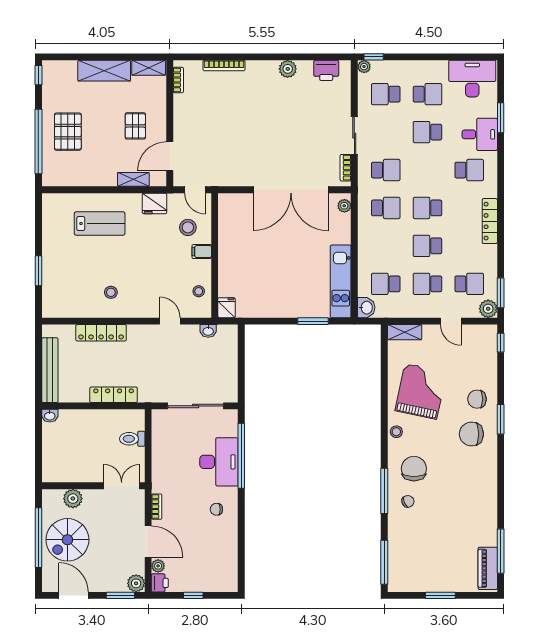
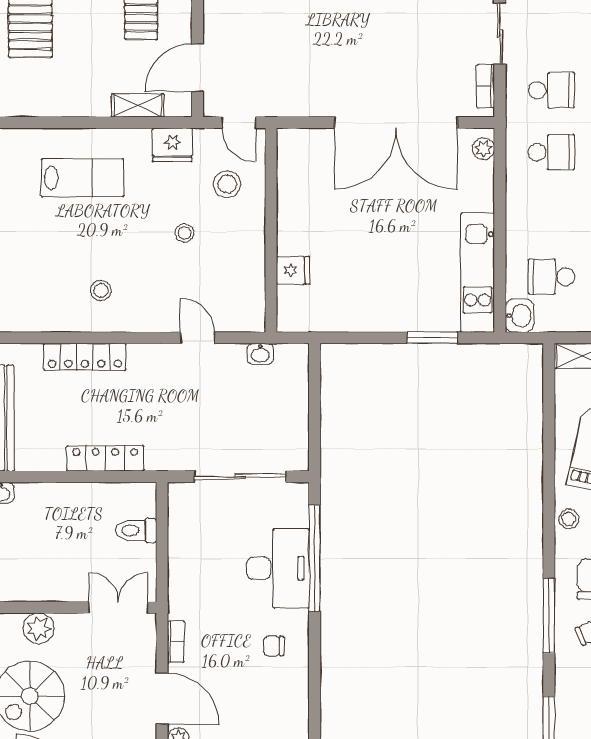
filing cabinet: (202, 252) -> (250, 224), removed
stool: (199, 291) -> (185, 233), moved
fridge: (227, 308) -> (293, 270), moved, turned 90

